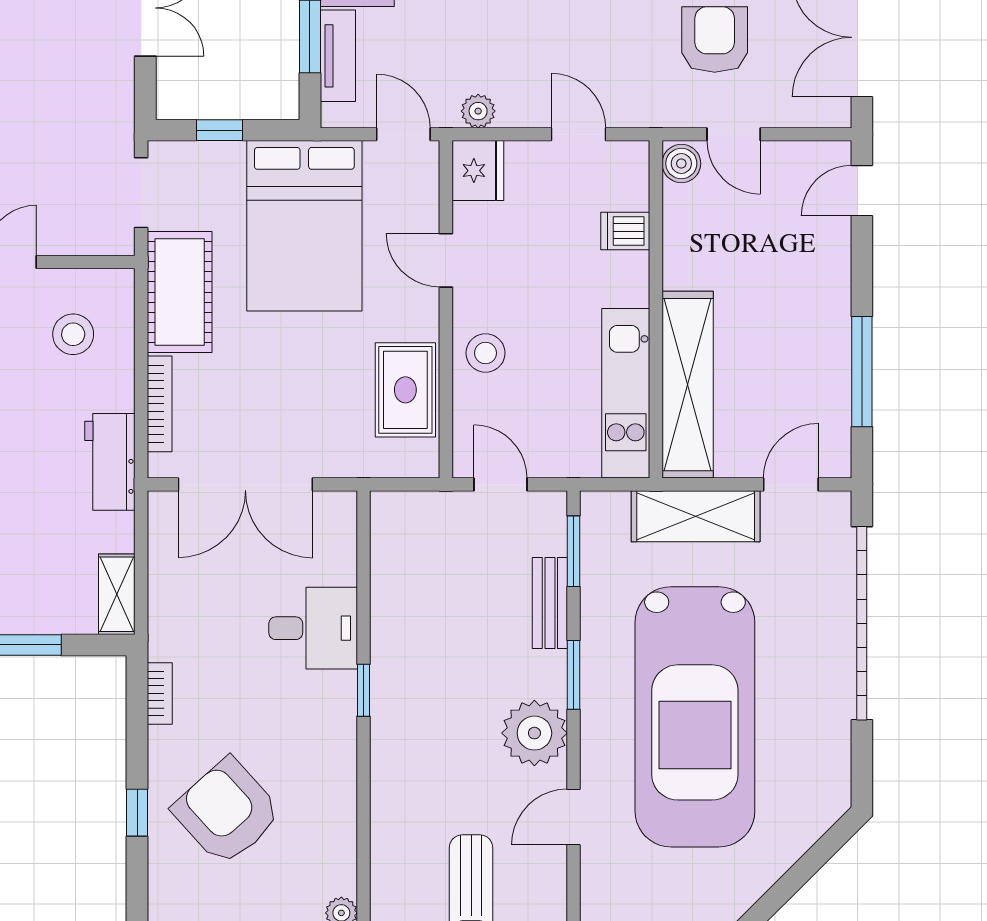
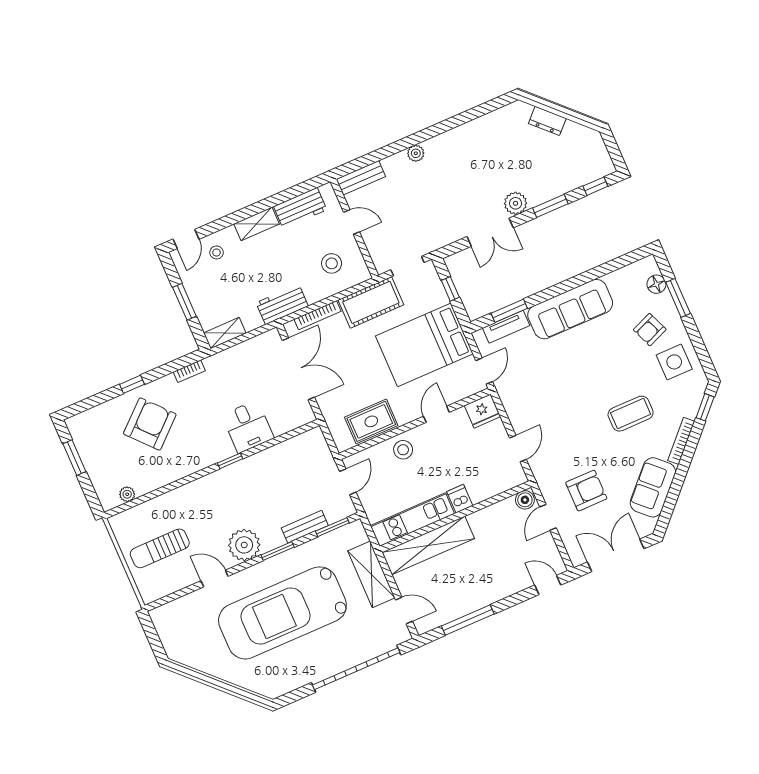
plant: (478, 111) -> (509, 400), removed
dishwasher: (625, 231) -> (460, 499), moved
double door: (245, 484) -> (298, 369), swing flipped

